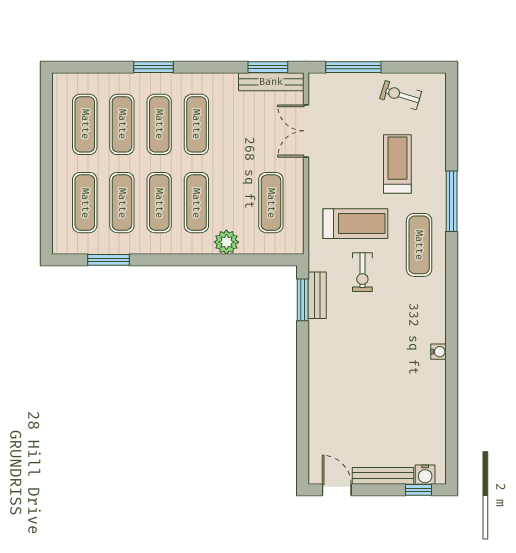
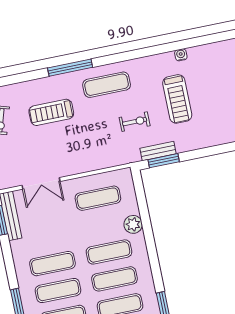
treadmill: (355, 224) -> (177, 99), moved, turned 180

